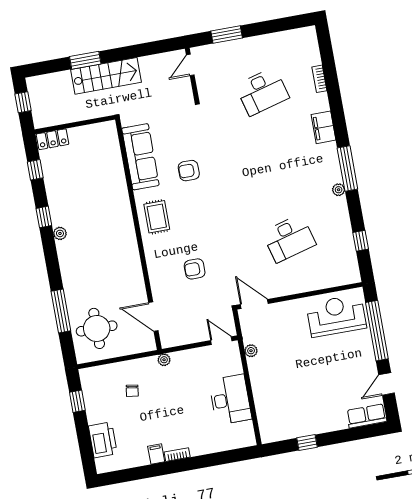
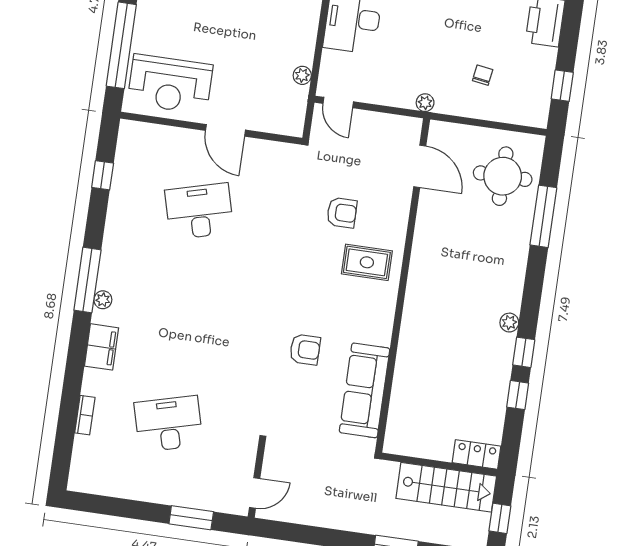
stairs: (106, 76) -> (446, 487), moved, turned 180
window: (35, 170) -> (518, 395), moved
plant: (339, 190) -> (103, 300), moved
rug: (157, 217) -> (367, 262), moved, turned 90
door: (254, 304) -> (225, 130), moved

